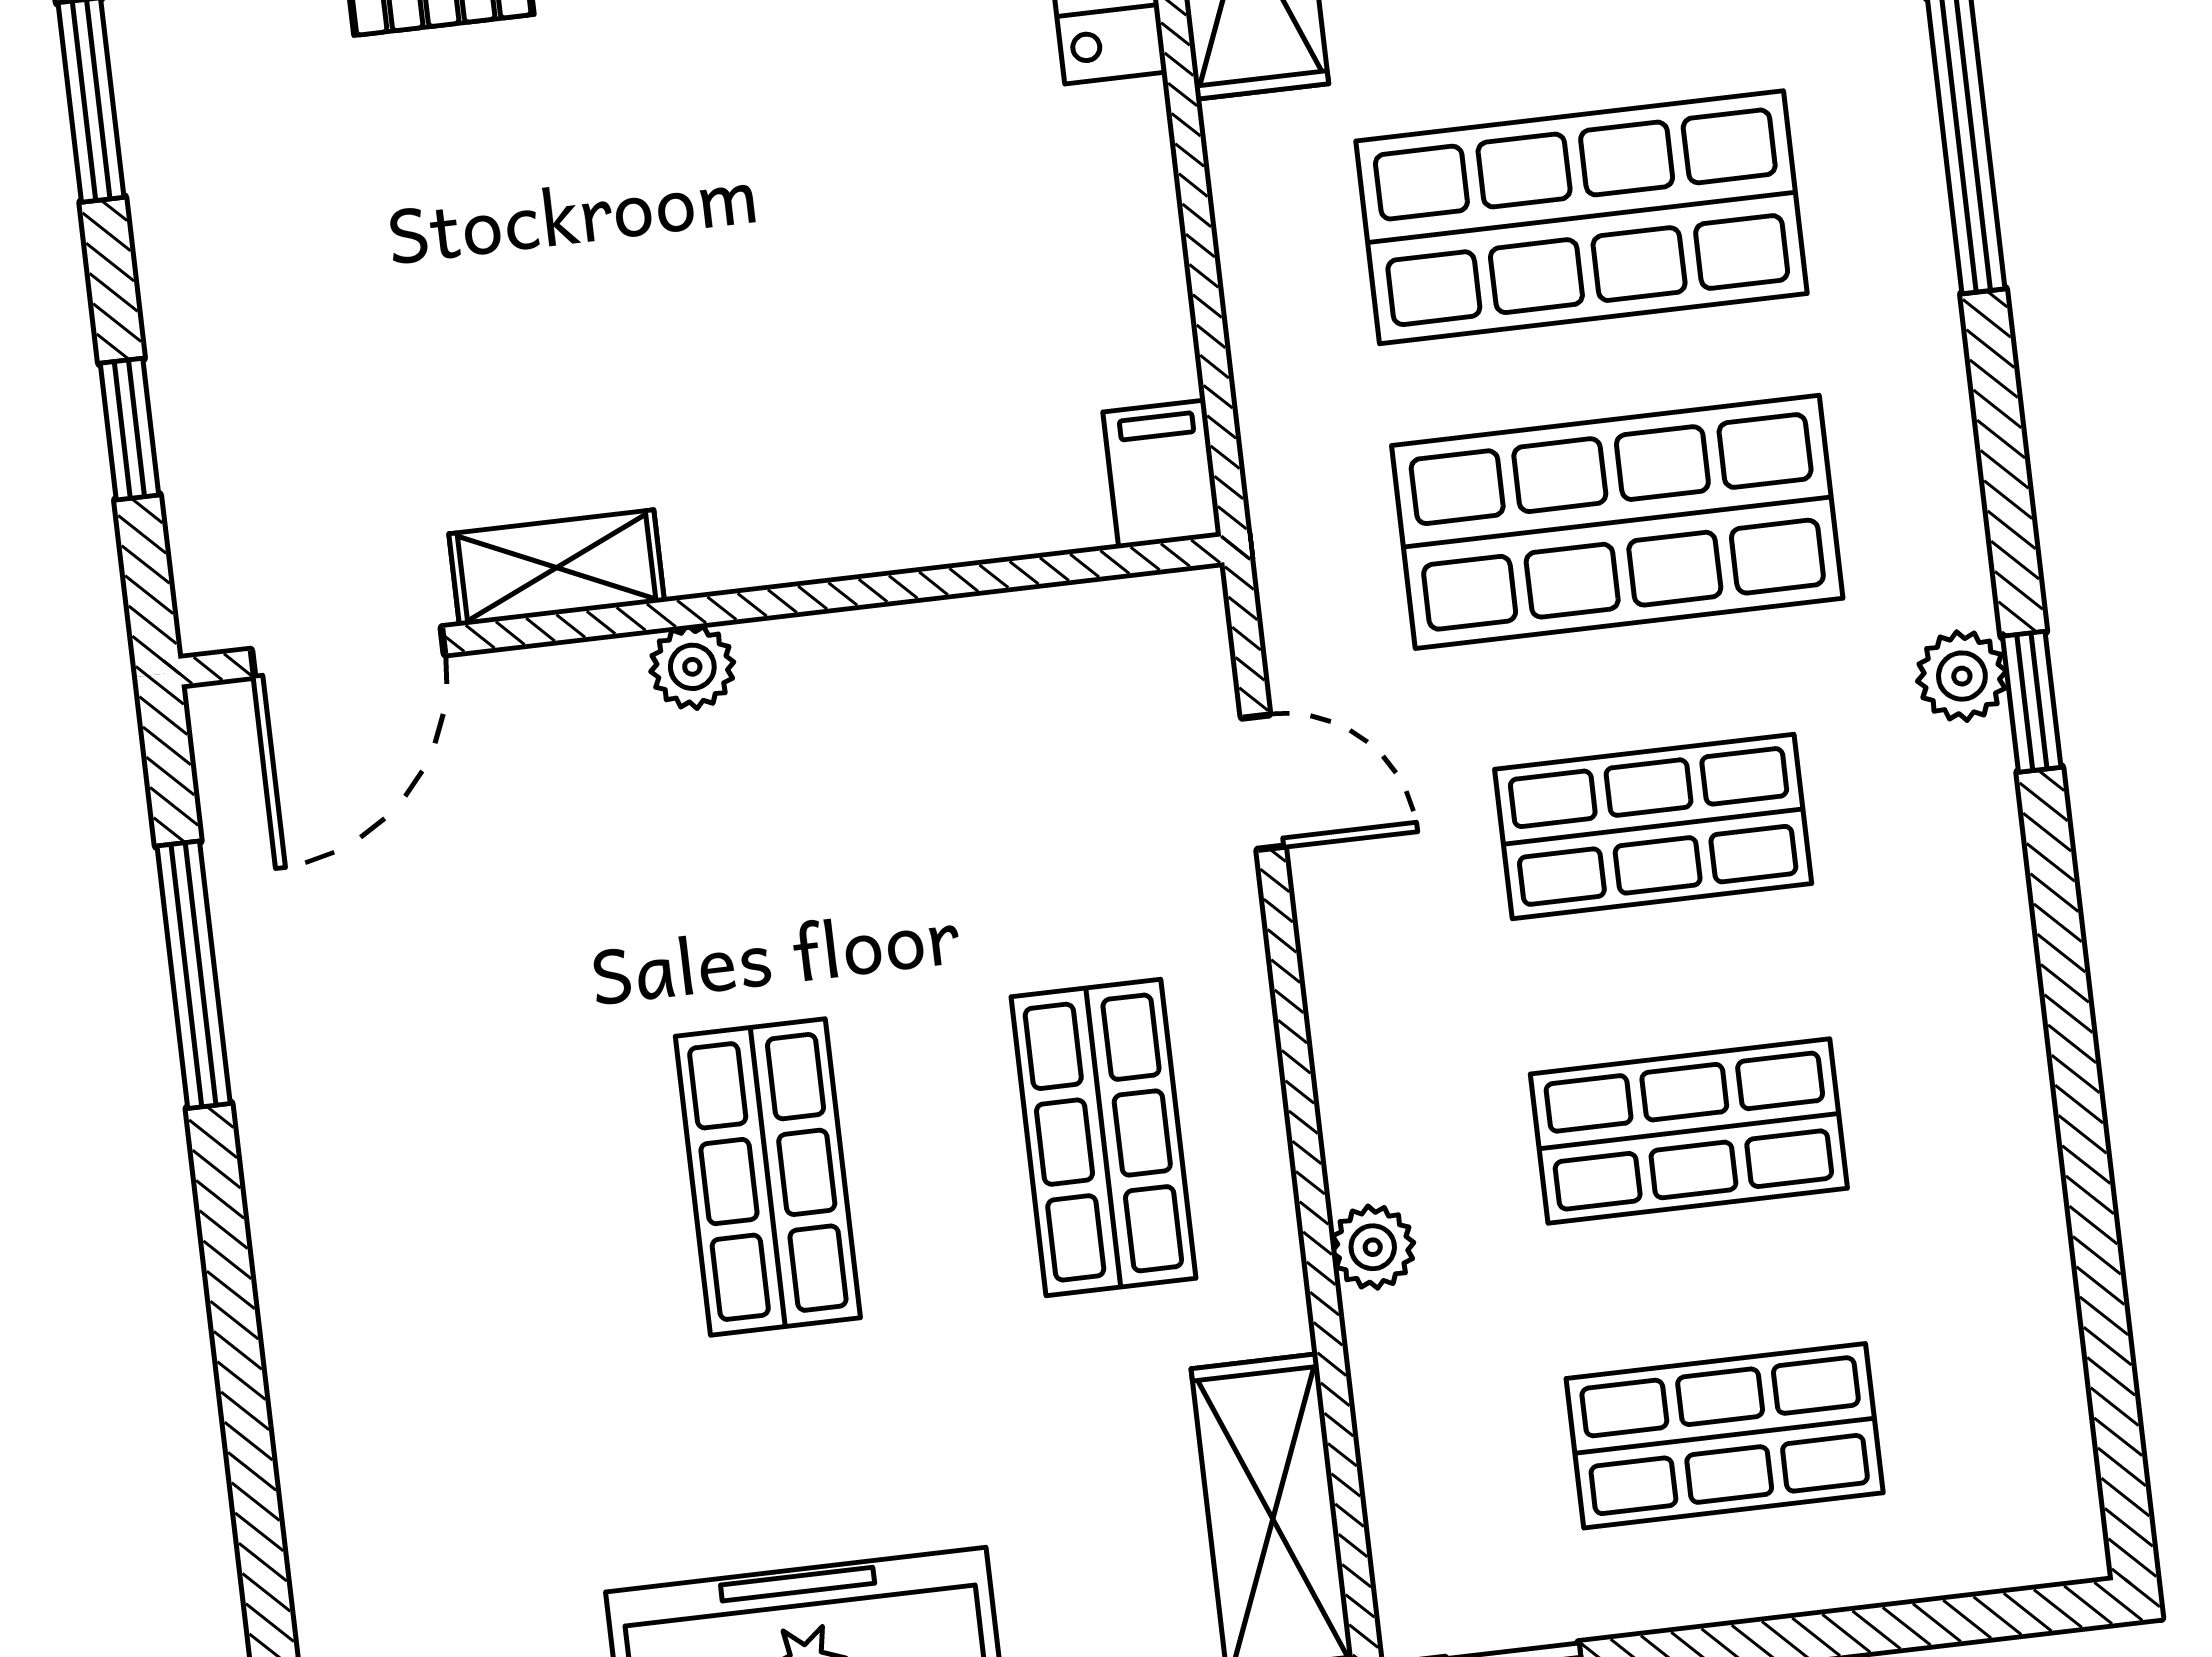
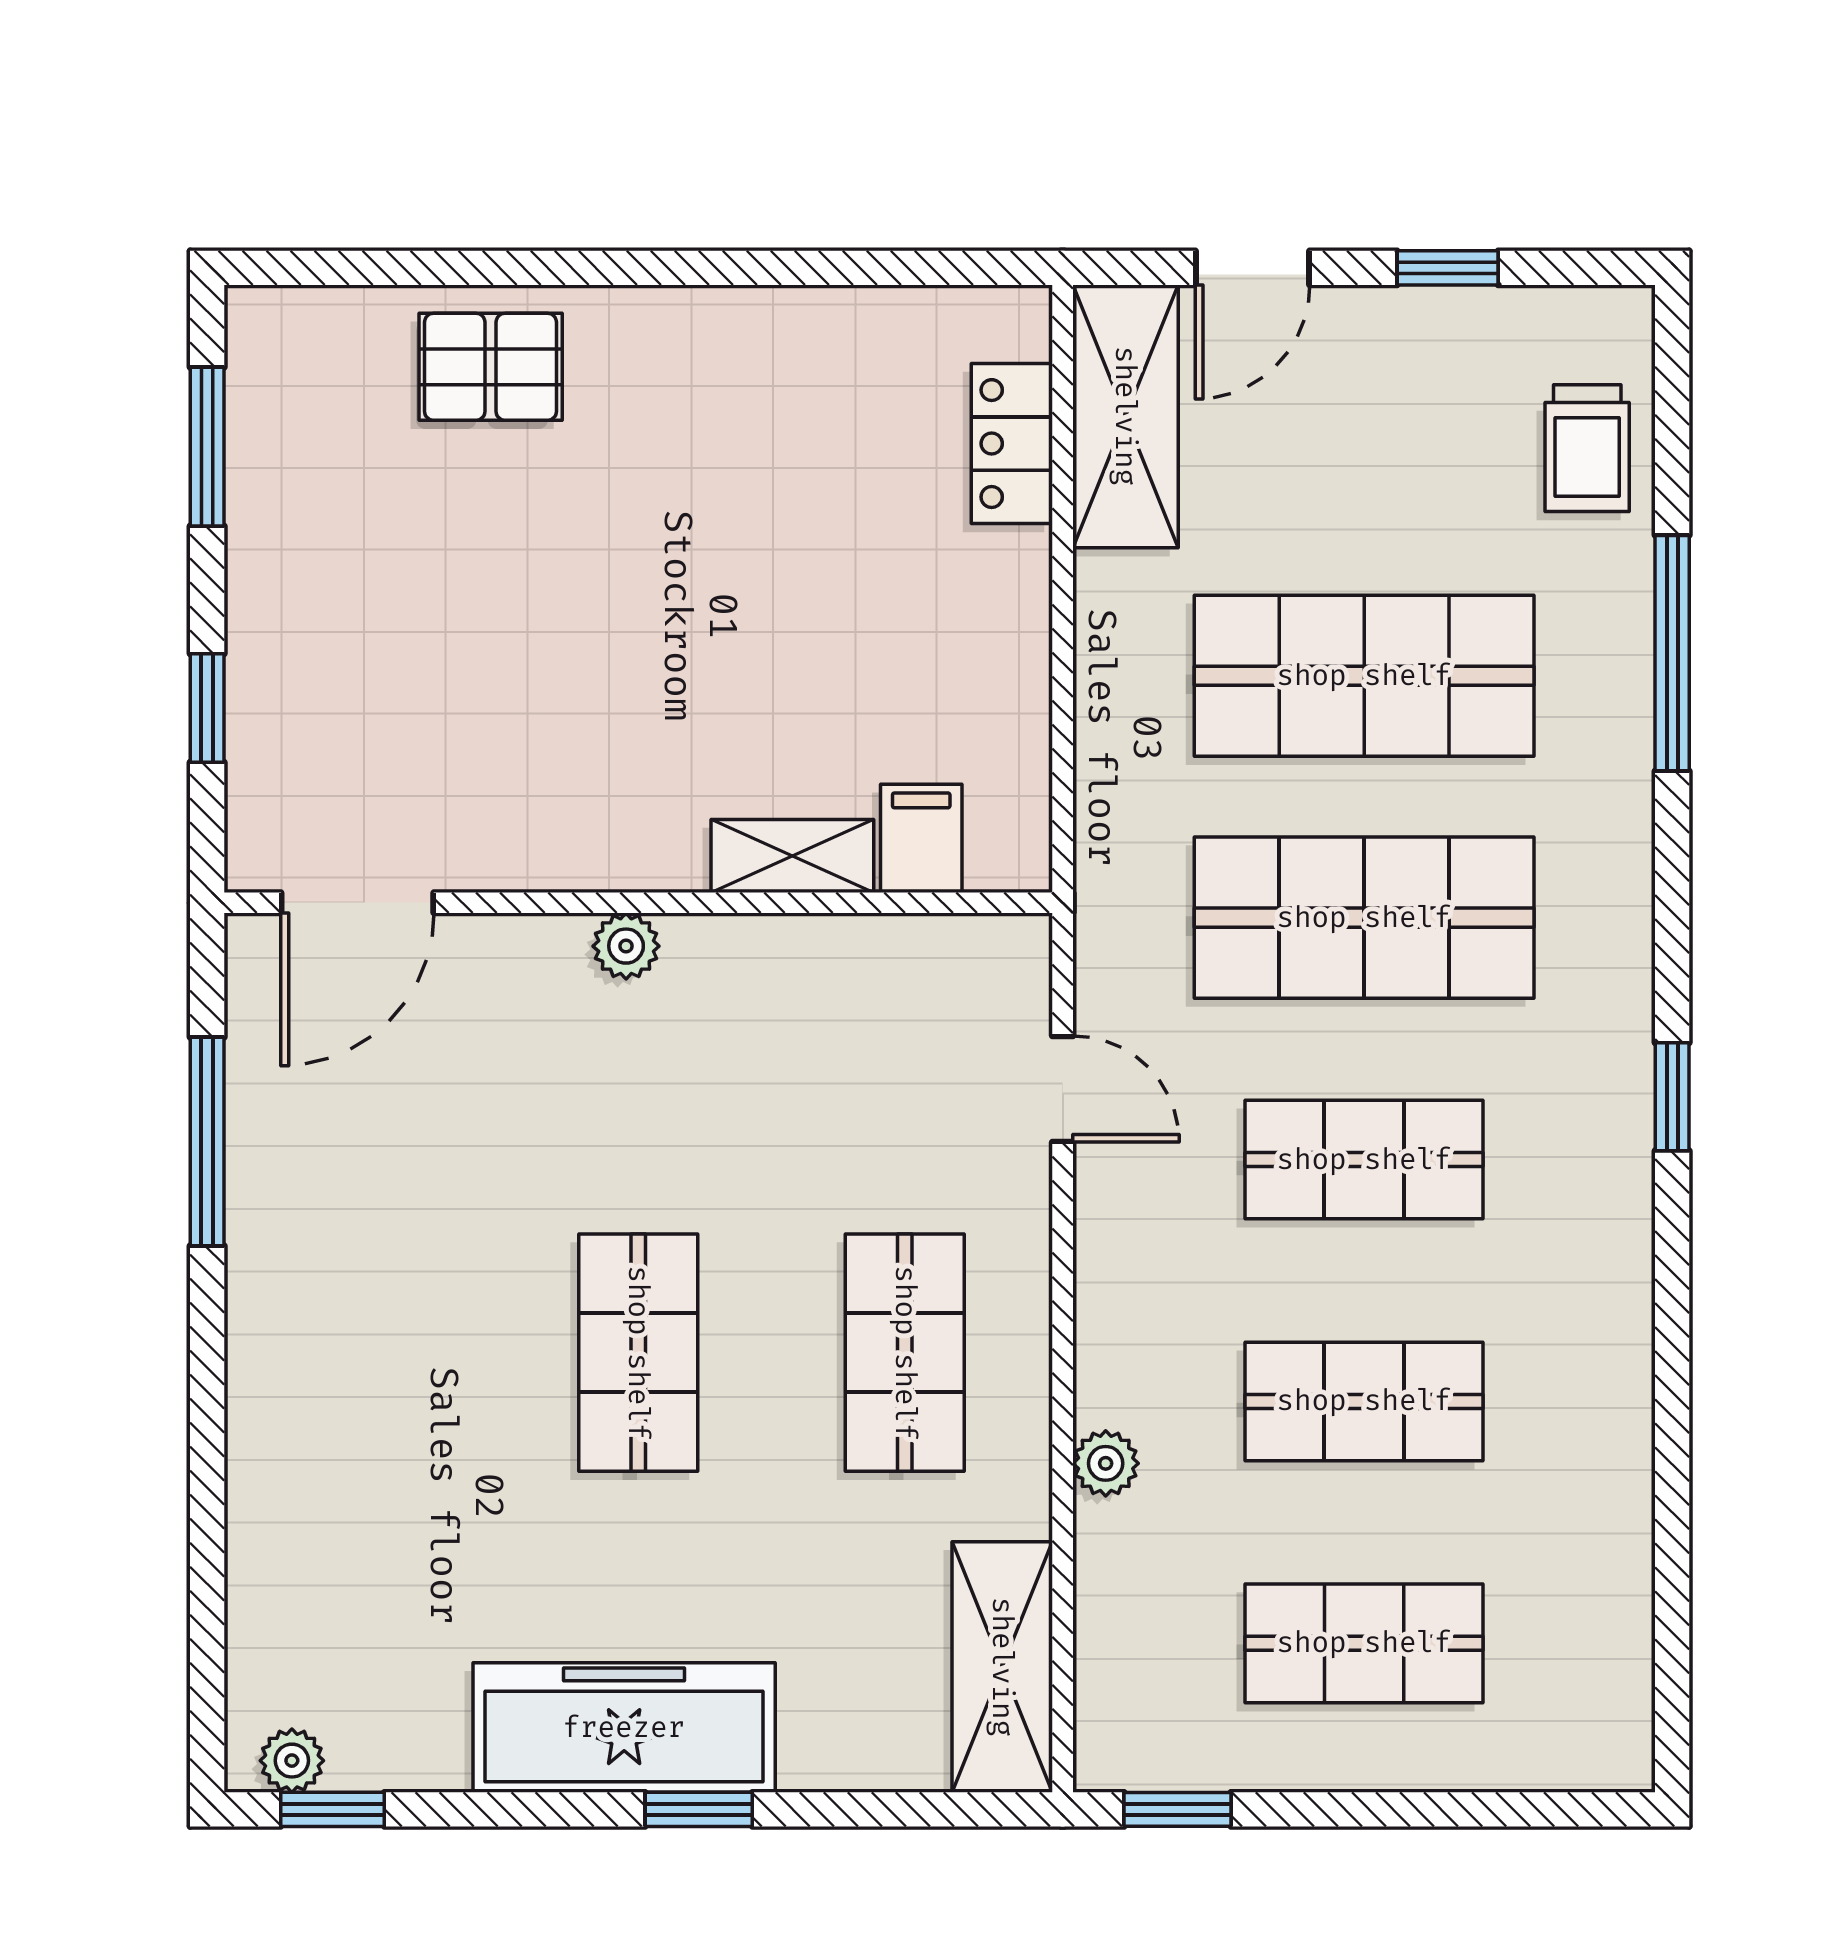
filing cabinet: (1162, 474) -> (921, 838), moved
shelving: (557, 568) -> (792, 856), moved
plant: (1962, 676) -> (1620, 1070), removed

